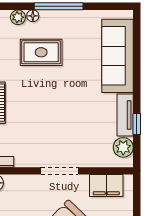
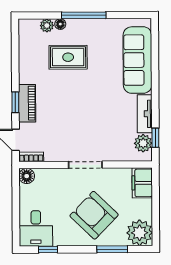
window: (137, 124) -> (155, 138), moved
filing cabinet: (106, 185) -> (142, 183), moved, turned 90

